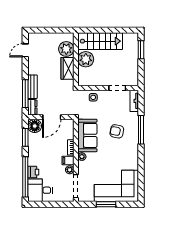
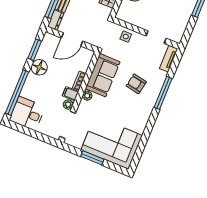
floor lamp: (35, 126) -> (39, 67), moved
printer: (33, 172) -> (28, 91), removed

